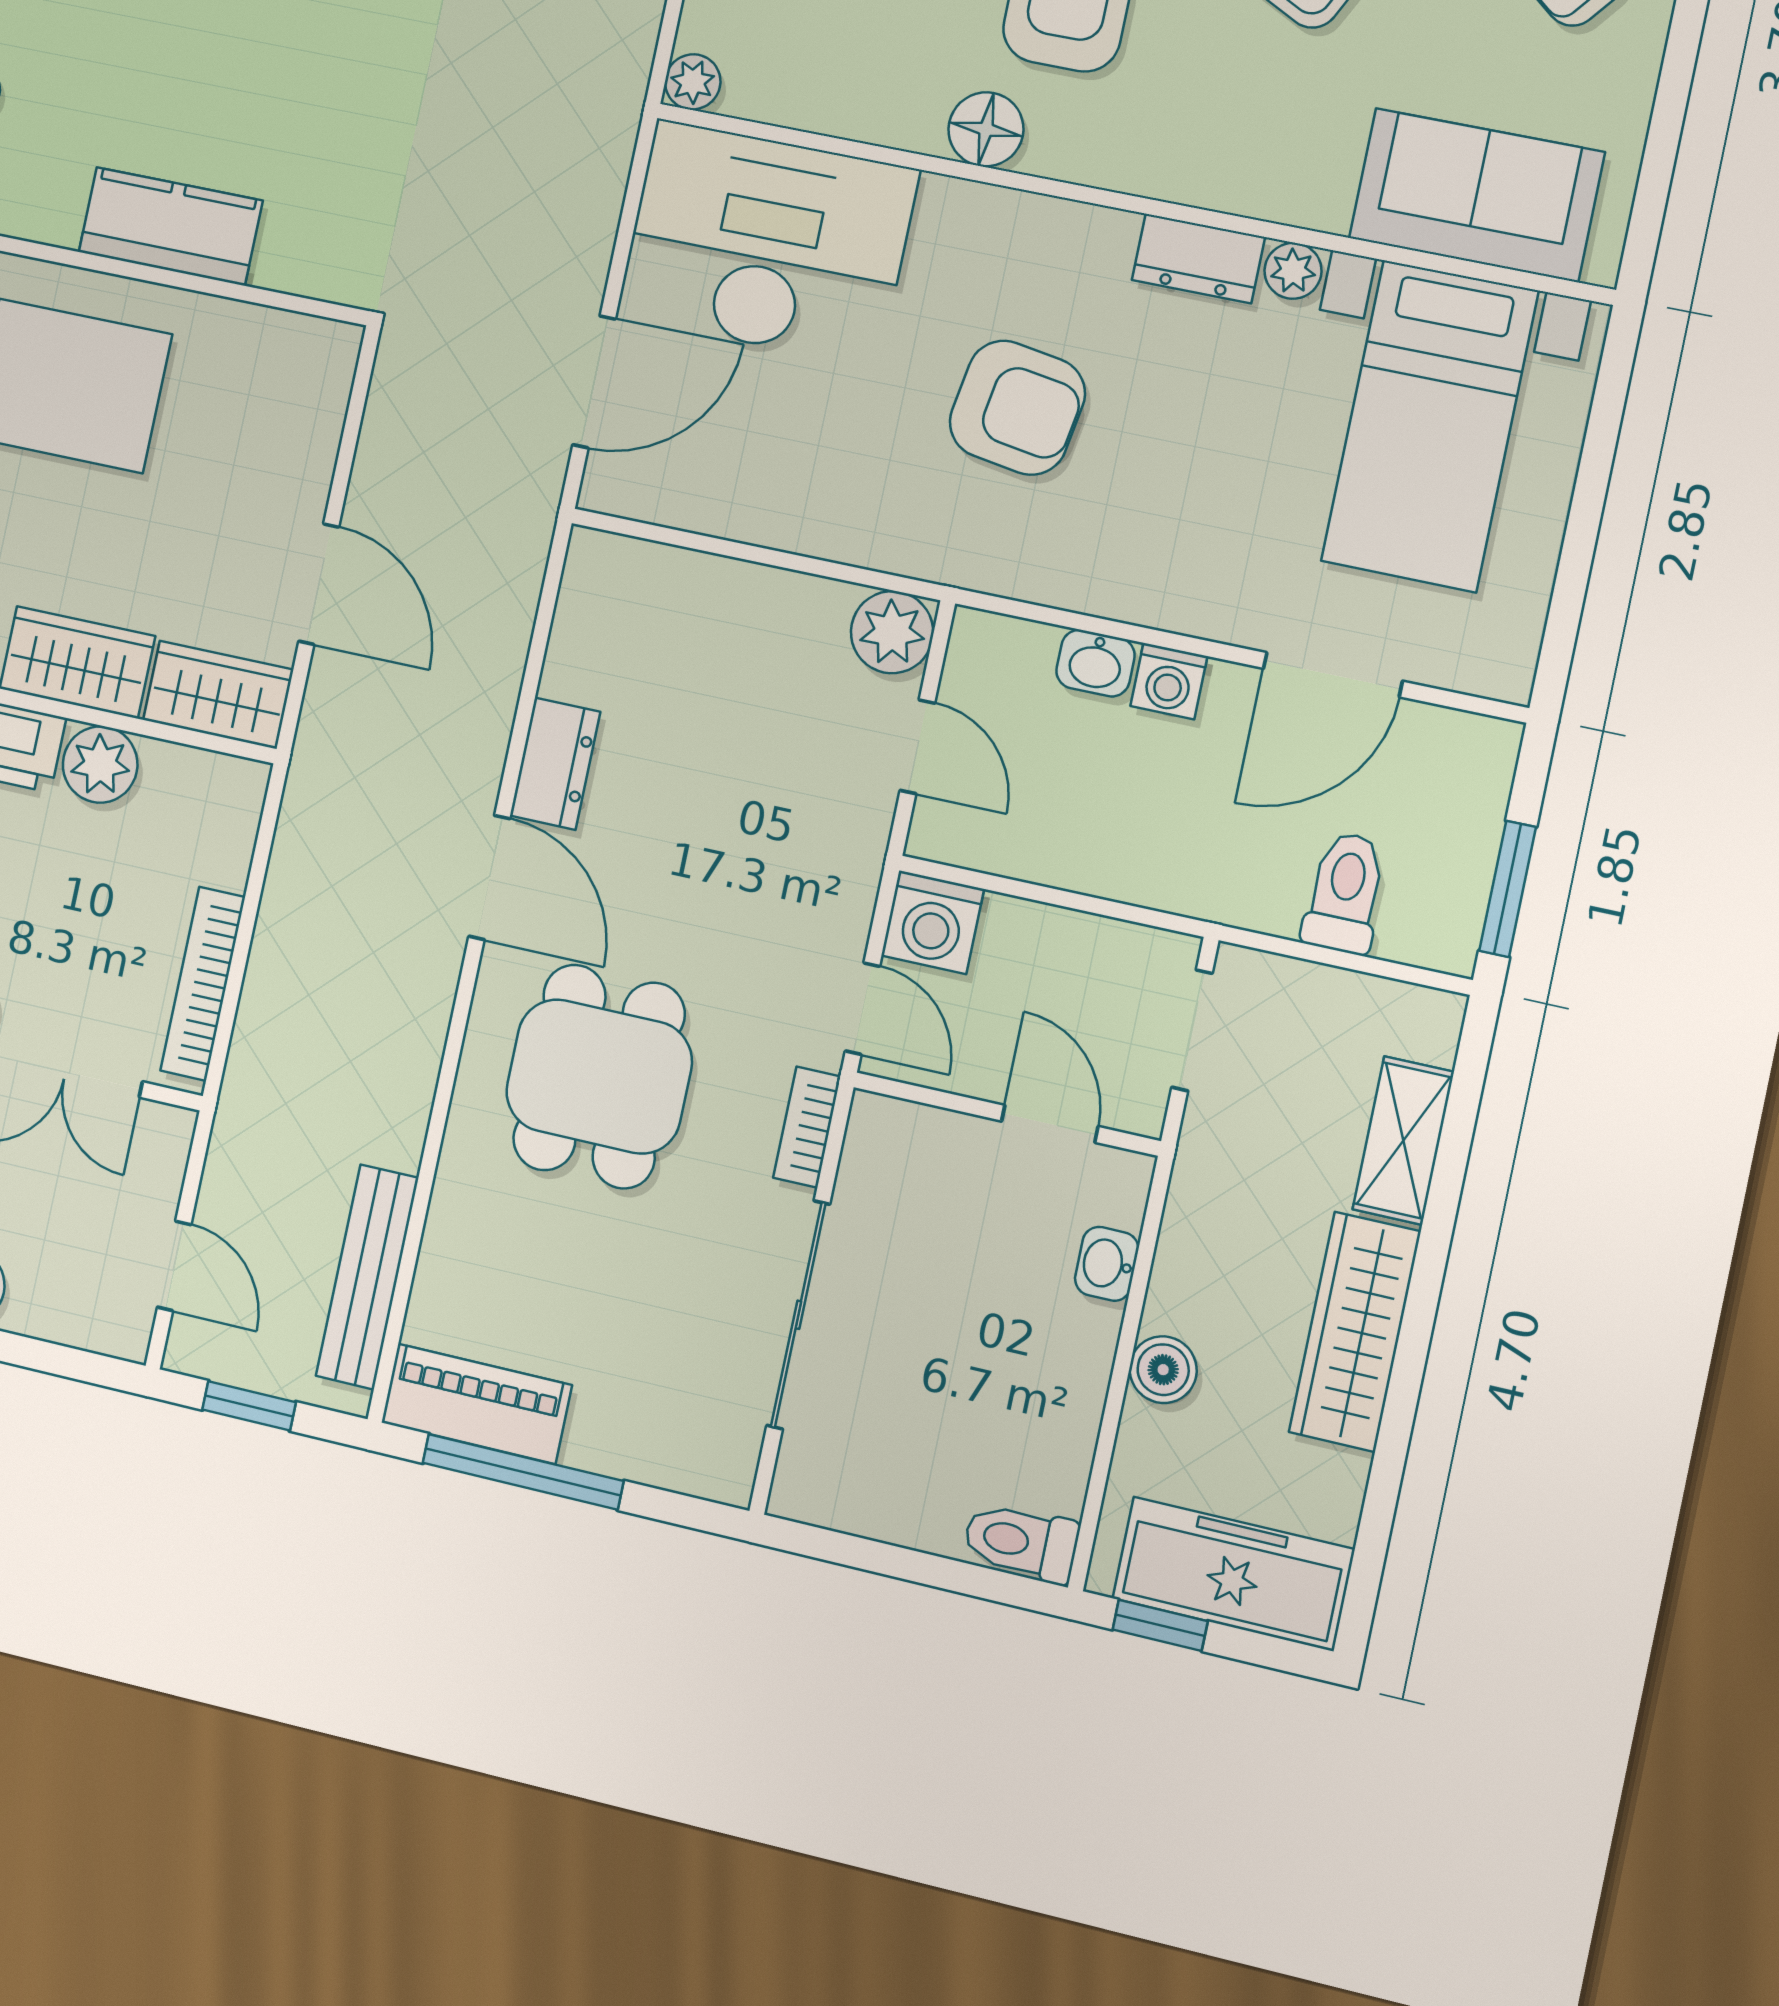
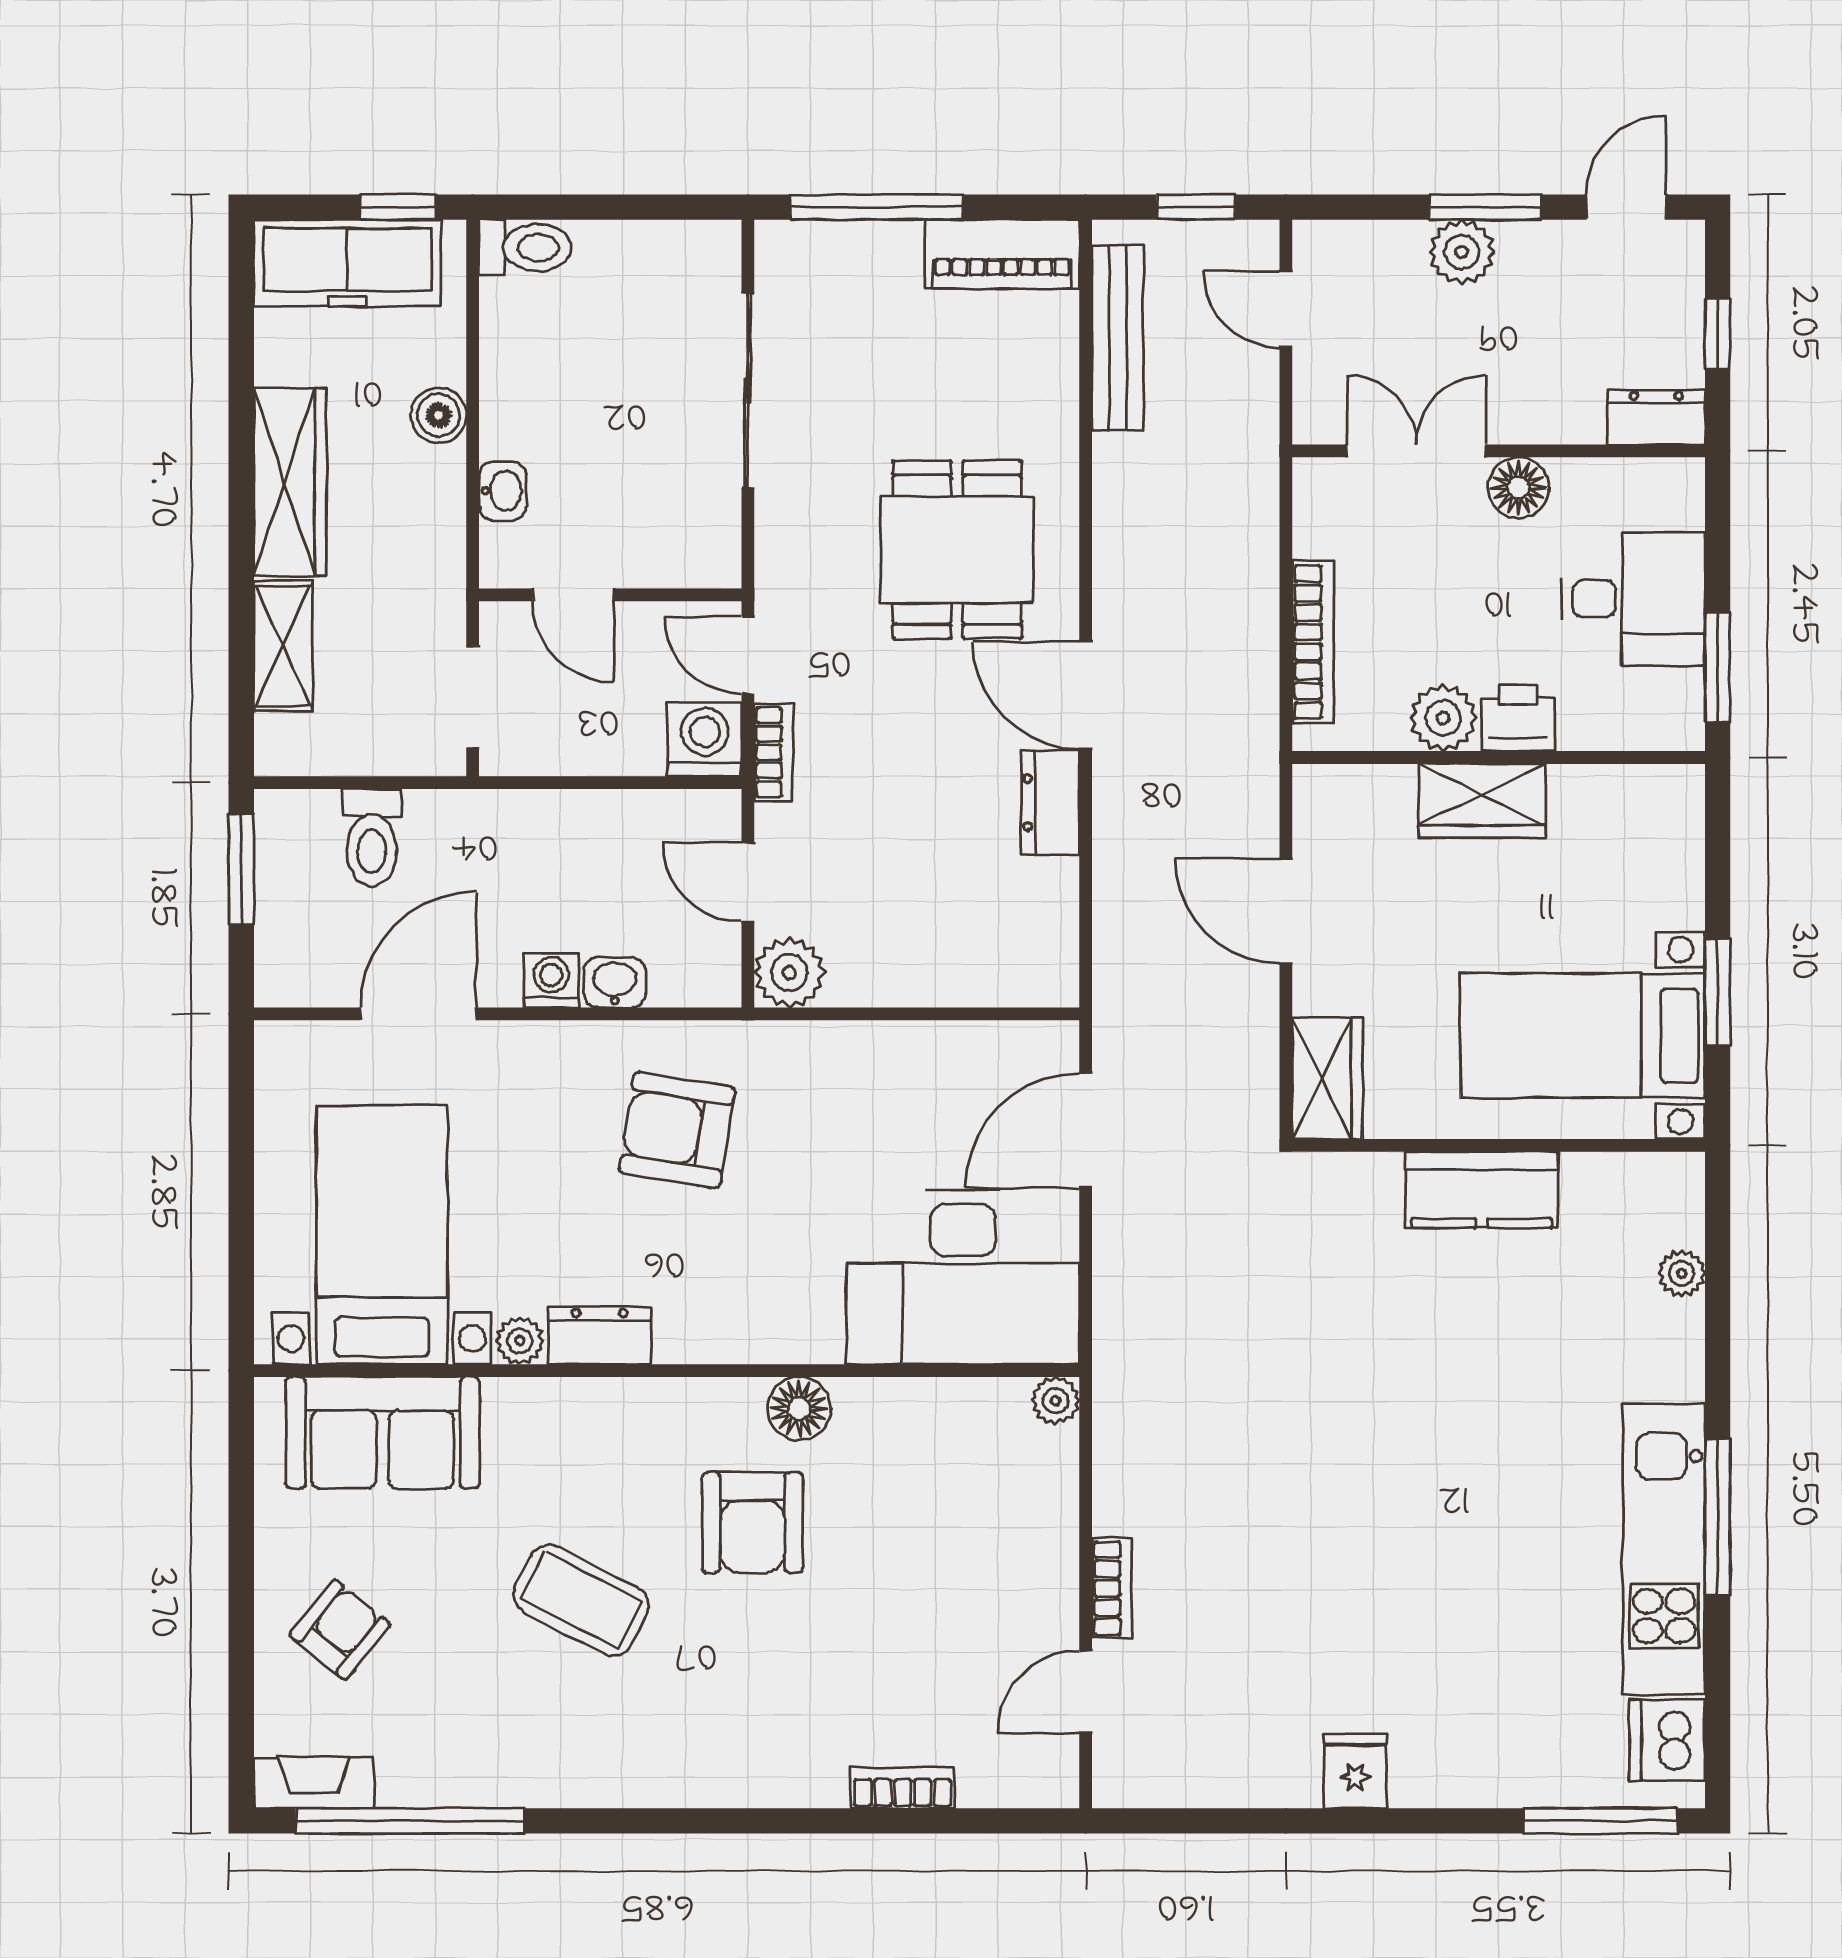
armchair: (1017, 408) -> (677, 1130), moved
wardrobe: (218, 695) -> (1327, 1078), moved, turned -90
bookcase: (203, 984) -> (1313, 642), moved
bookcase: (807, 1127) -> (774, 752), moved
window: (523, 1472) -> (877, 207), moved

